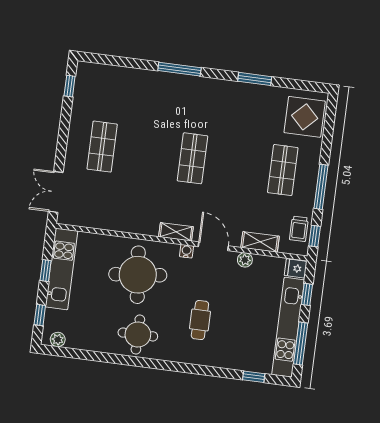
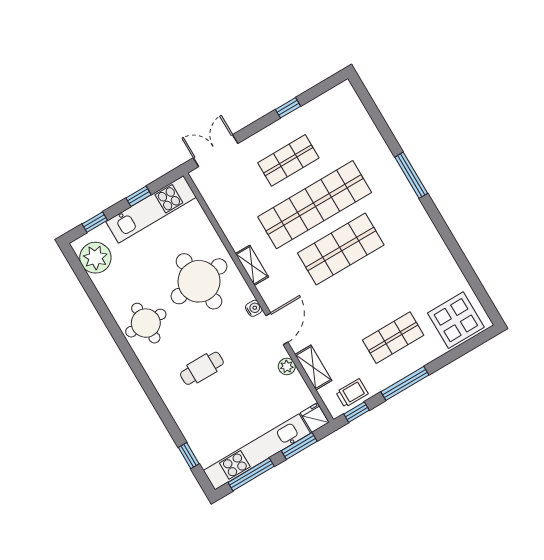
window: (255, 79) -> (455, 249), removed
window: (70, 86) -> (288, 108), moved
shop shelf: (147, 152) -> (315, 205), added
shop shelf: (192, 158) -> (341, 249), width x1.43, depth x1.36
trolley: (299, 229) -> (352, 393), turned 180
shelving: (176, 232) -> (252, 265), moved
window: (307, 294) -> (299, 446), width x1.50
plant: (58, 340) -> (95, 258), width x1.88, depth x1.88

